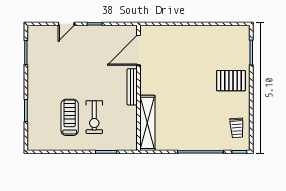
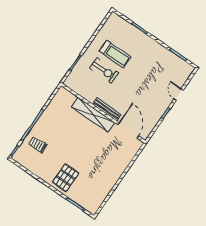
exercise bike: (94, 117) -> (104, 70), turned 180
shelving: (147, 123) -> (93, 115), moved
trolley: (237, 128) -> (38, 145), moved

